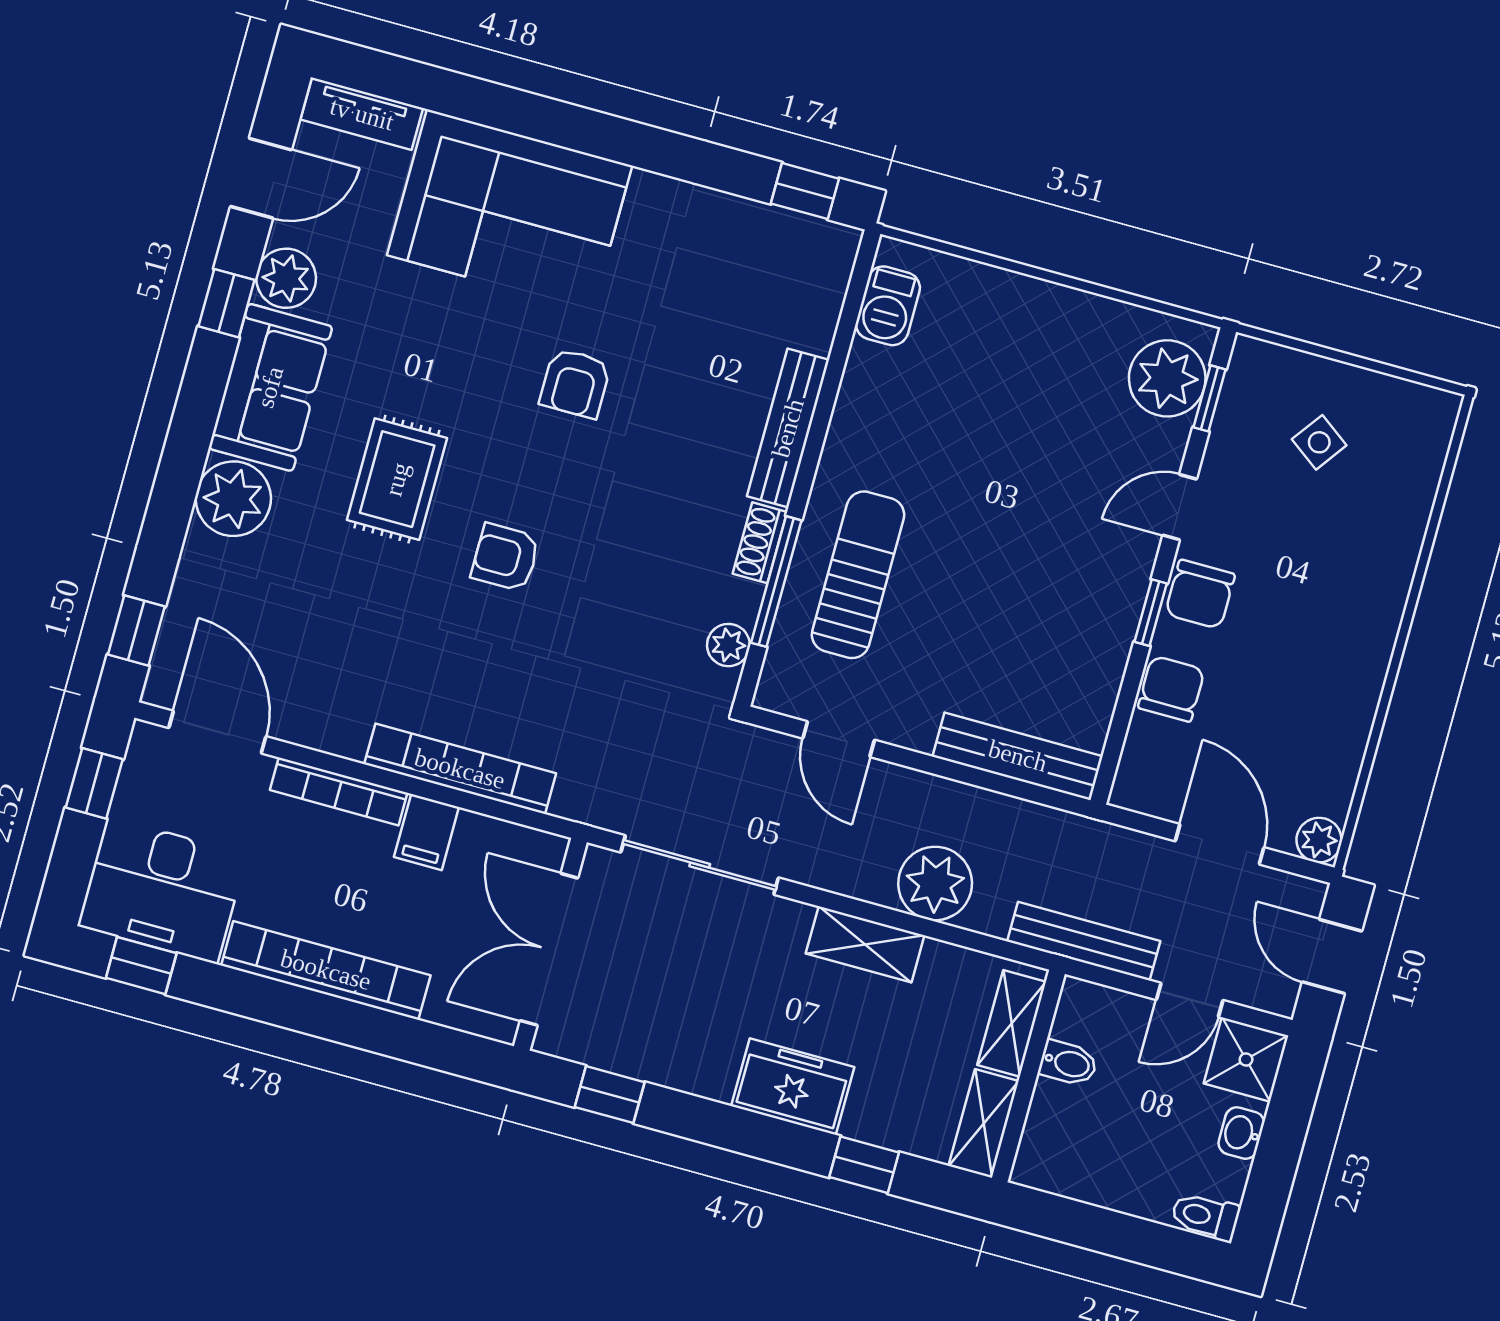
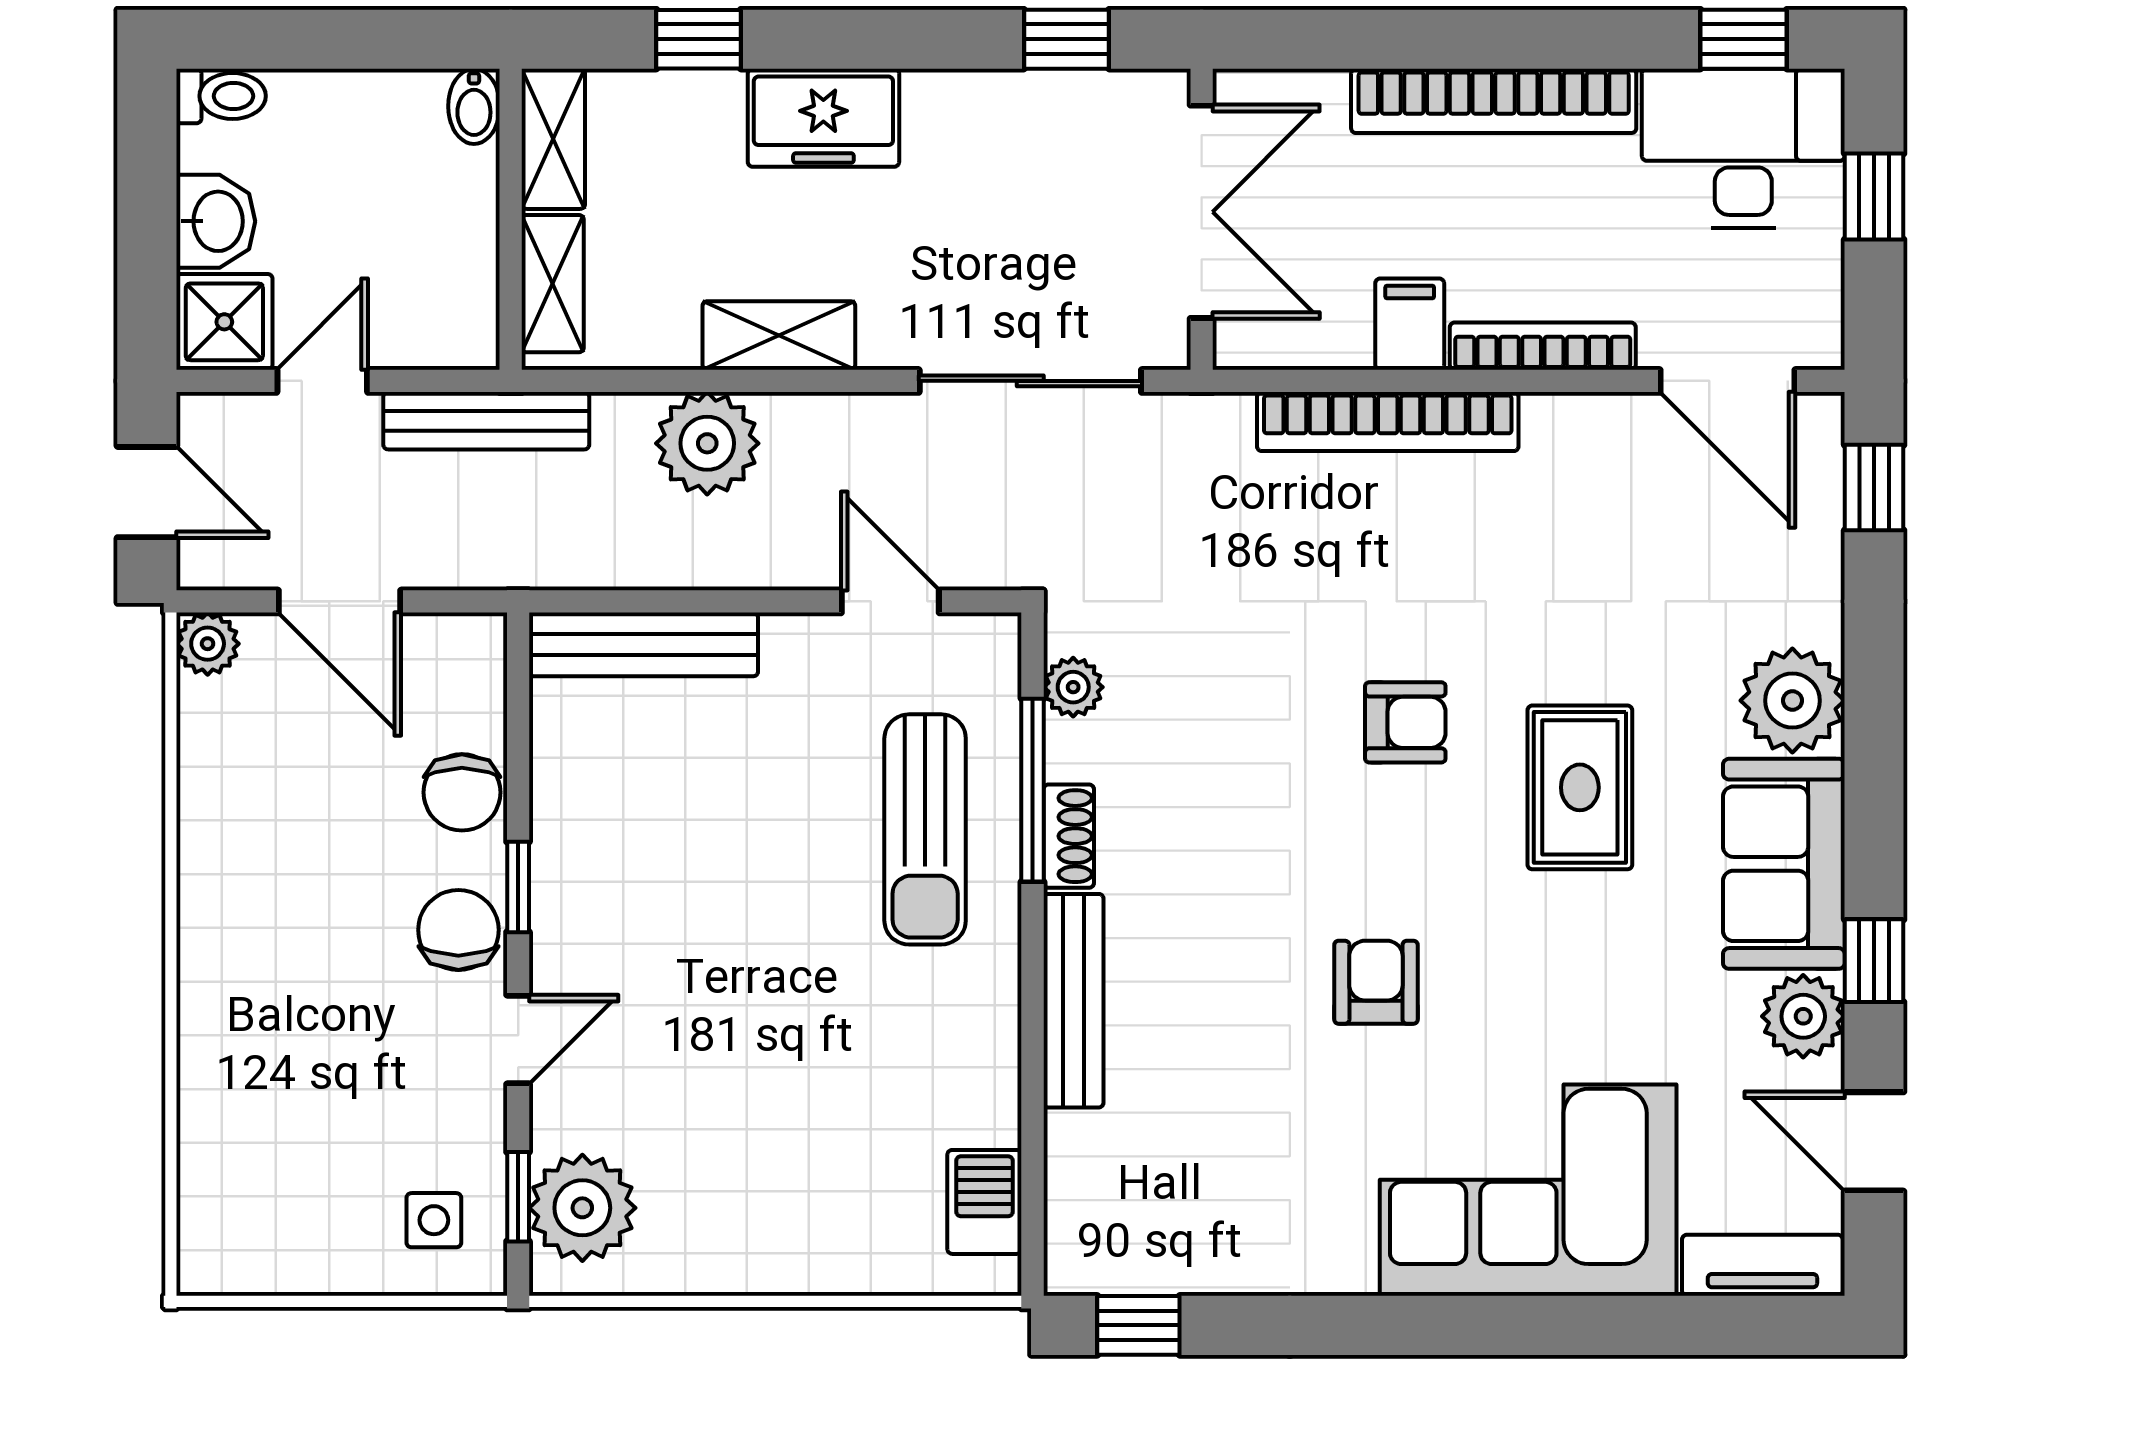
door: (261, 178) -> (1874, 1141), hinge flipped
side table: (1319, 442) -> (434, 1220), moved, turned -36
window: (94, 783) -> (1874, 196), moved
bidet: (1068, 1063) -> (474, 106), moved, turned -90
washbasin: (1241, 1133) -> (216, 221), width x1.38, depth x1.45

